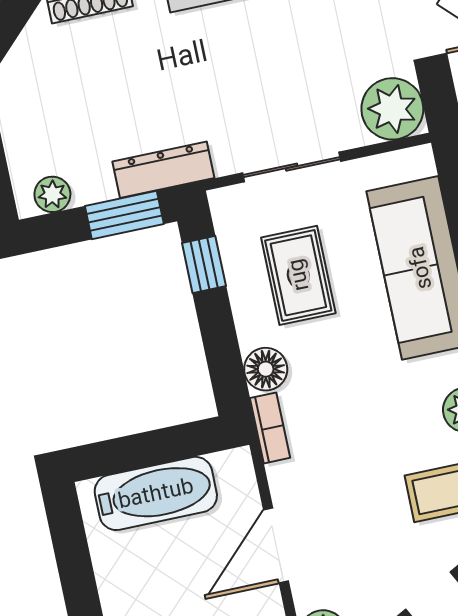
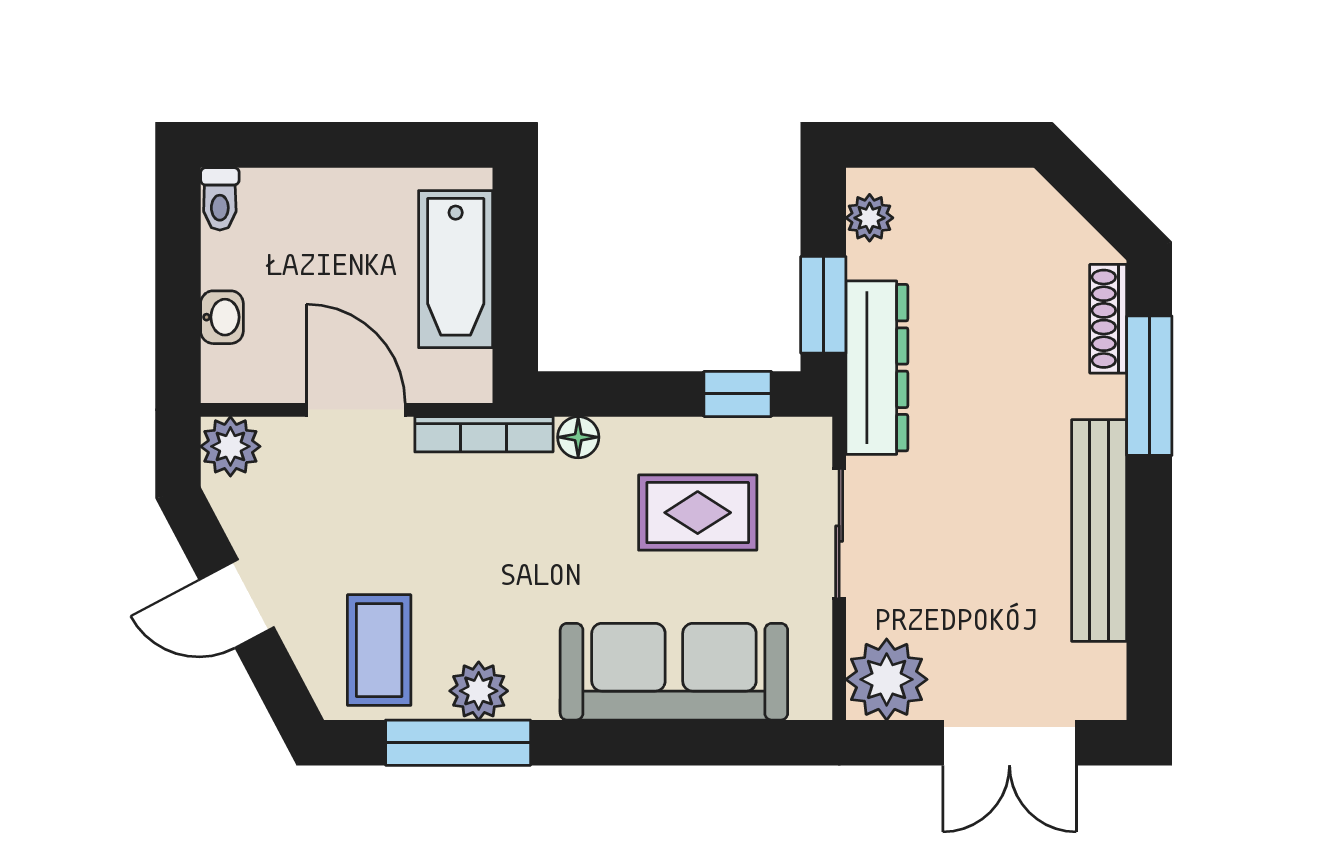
dresser: (163, 170) -> (877, 368), width x1.37, depth x1.24
floor lamp: (266, 369) -> (578, 437), width x0.73, depth x0.73
bookcase: (270, 428) -> (484, 434), width x1.56

